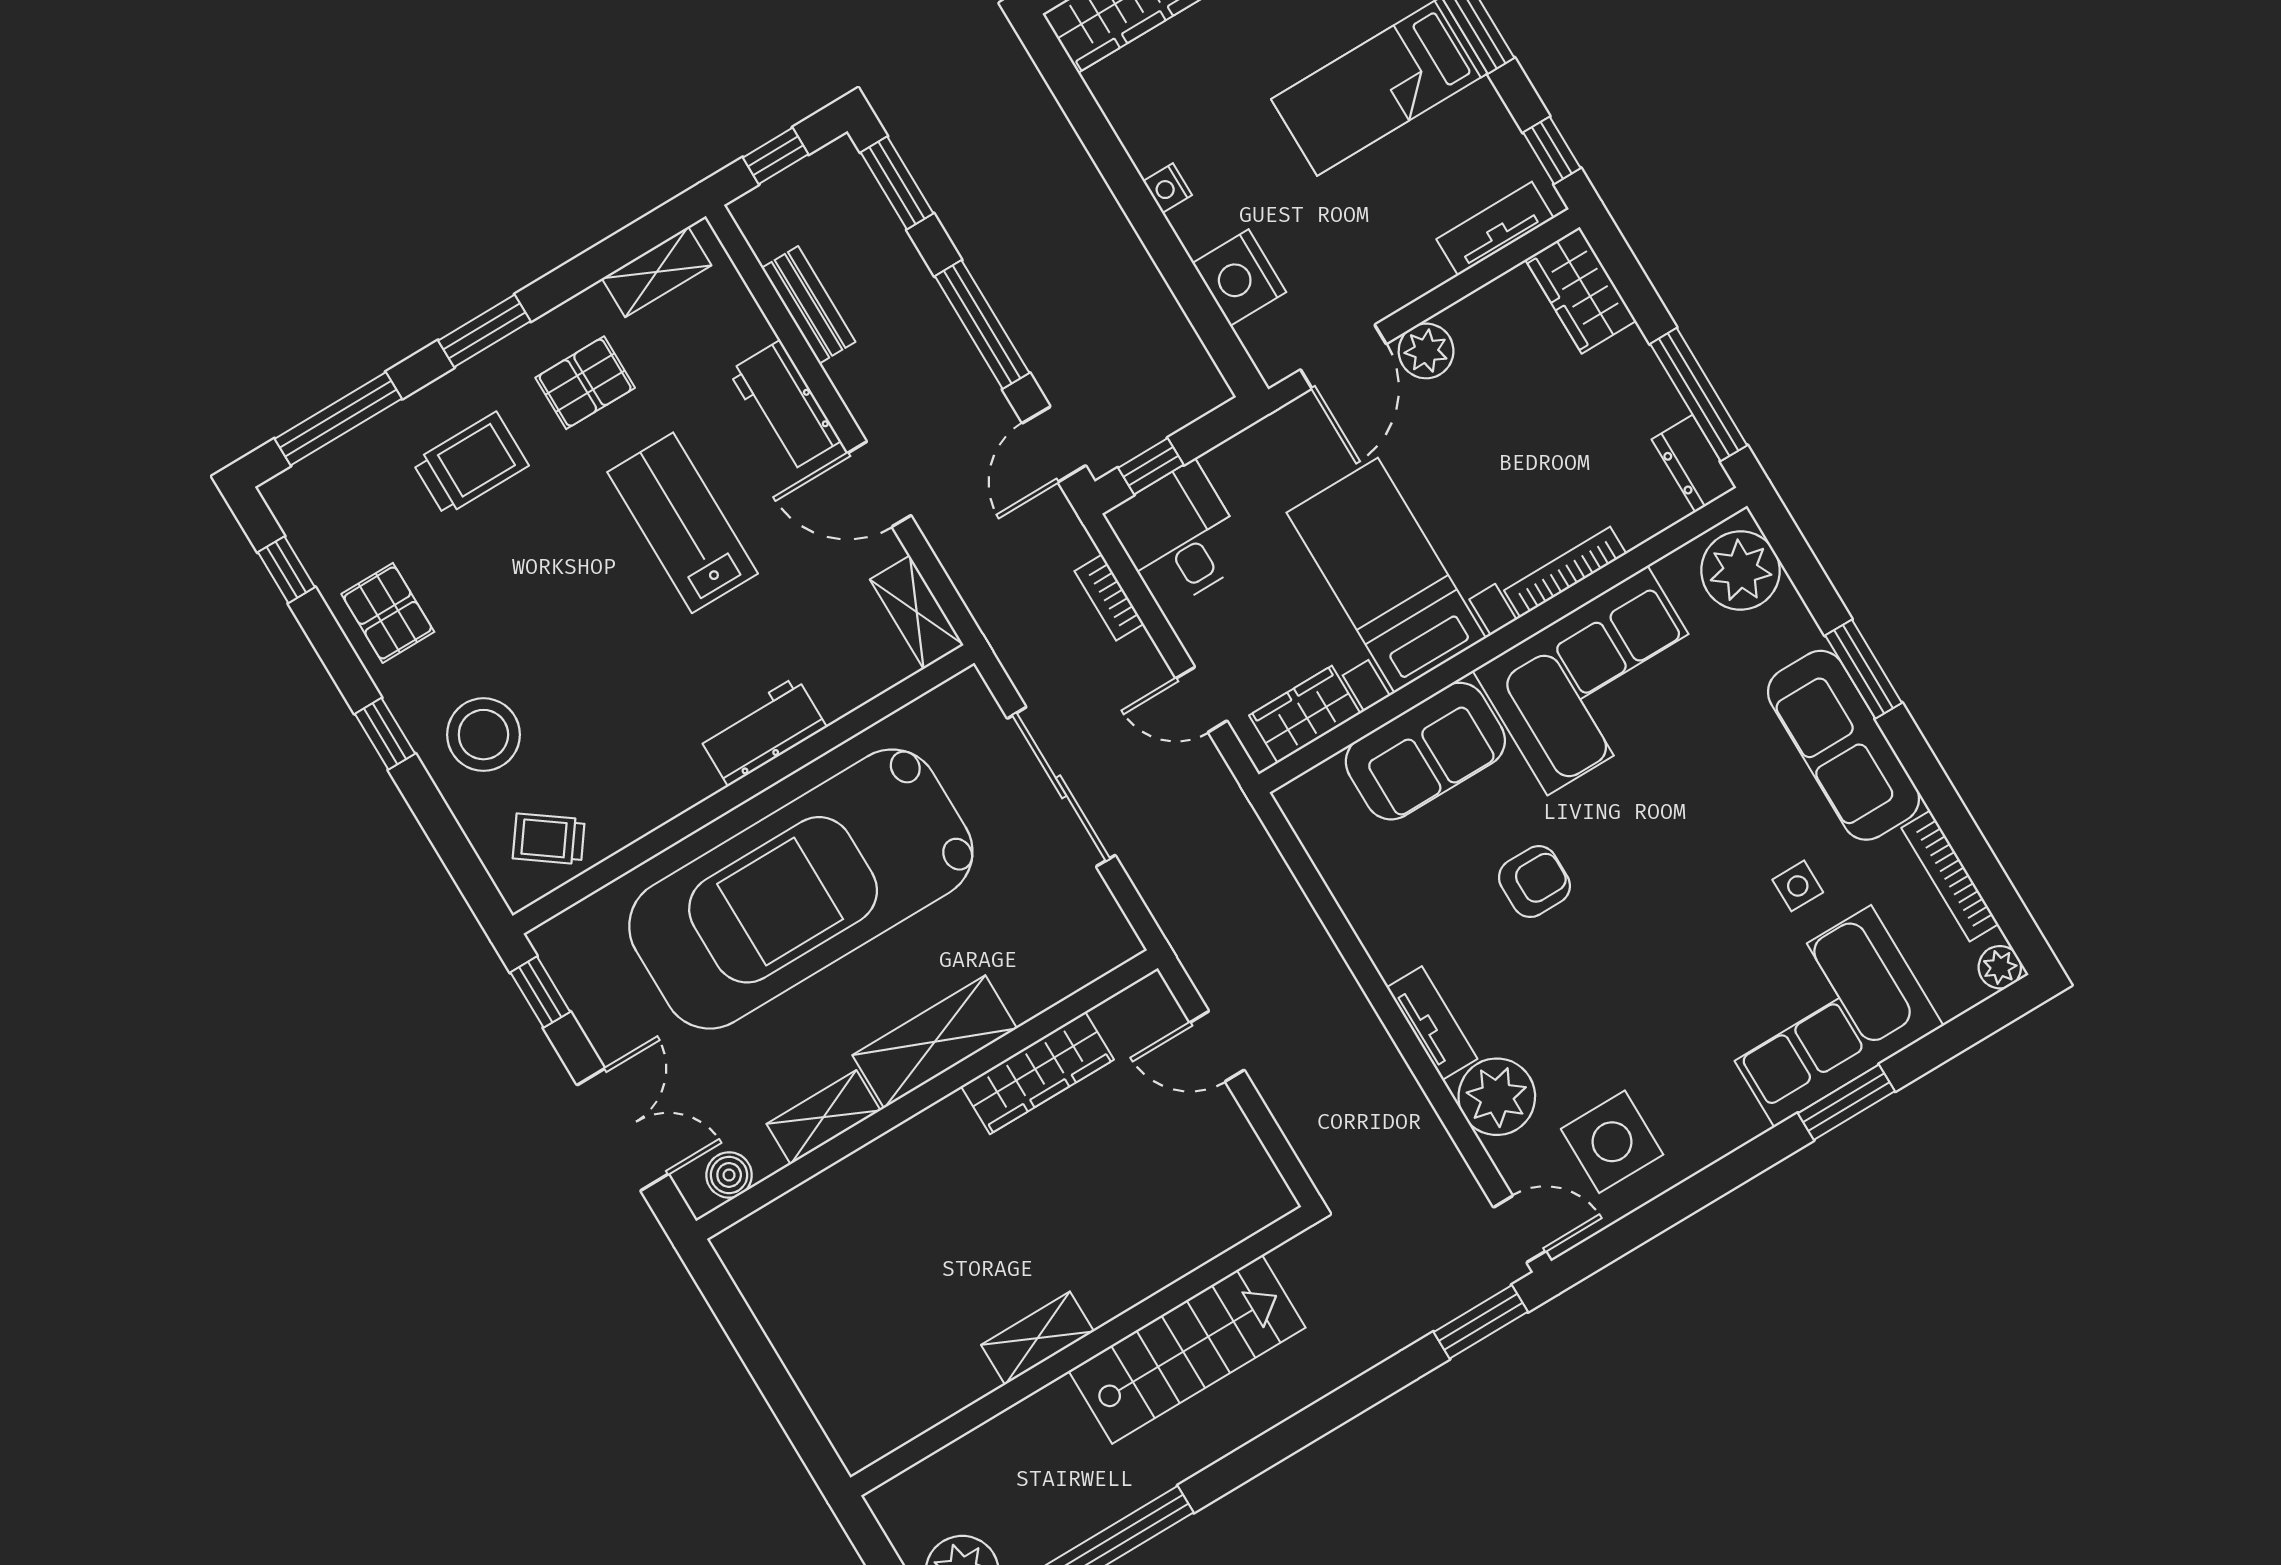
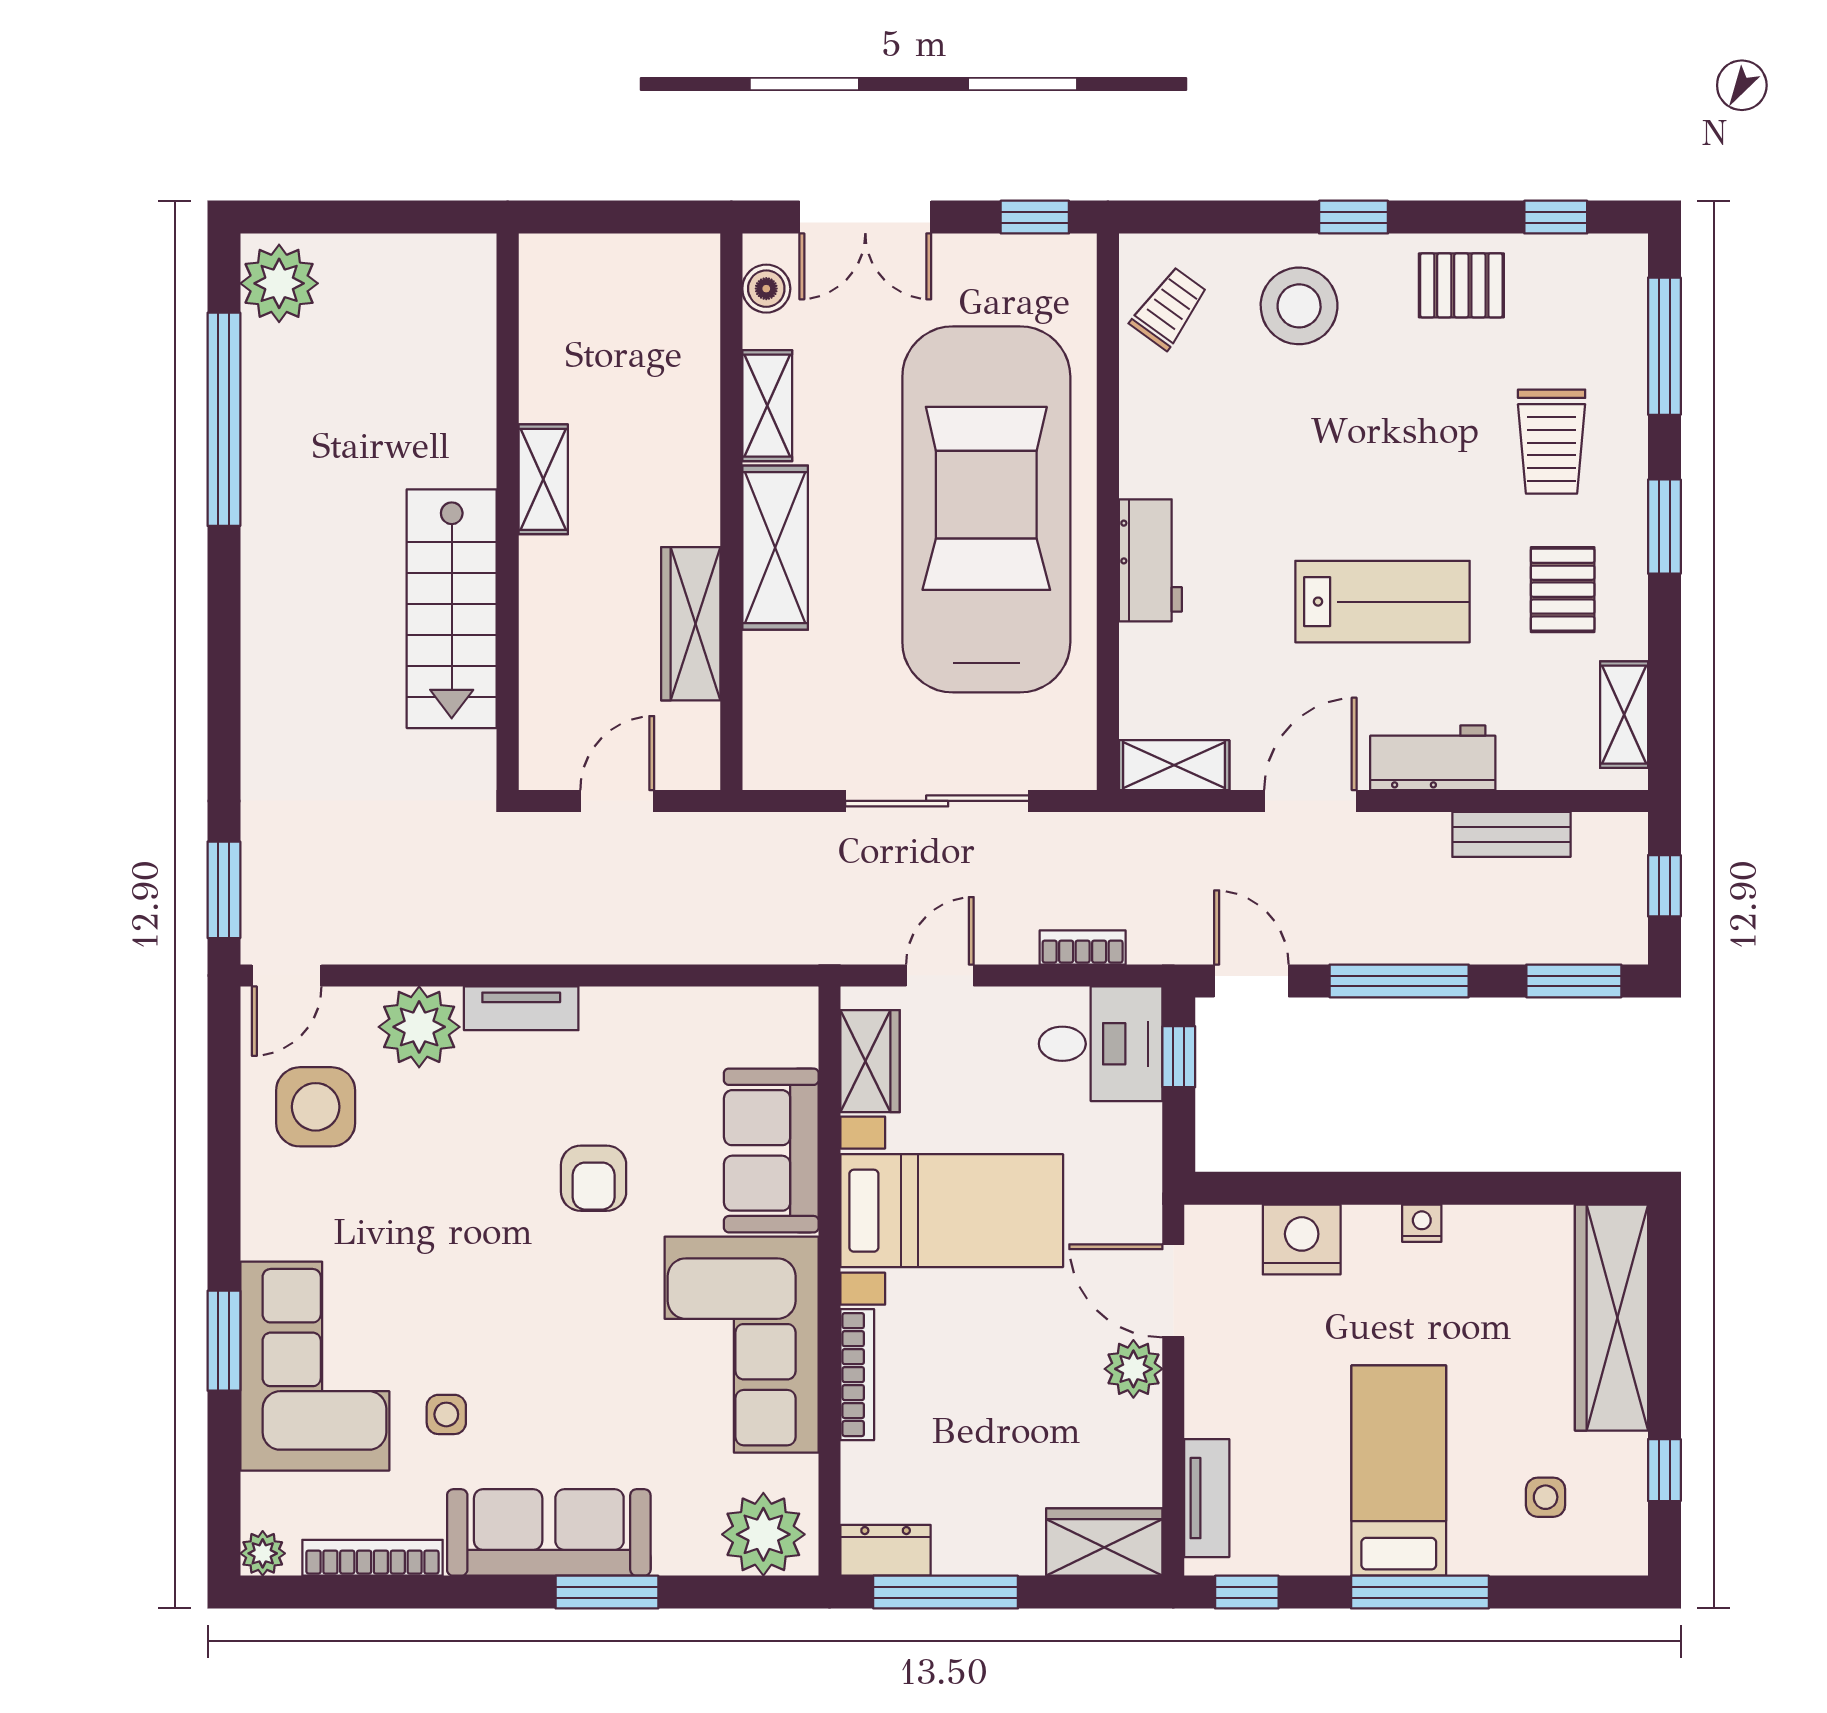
shelving: (1037, 1338) -> (543, 479), moved
stairs: (1187, 1349) -> (452, 609), moved
wall: (1081, 1351) -> (508, 512), moved

